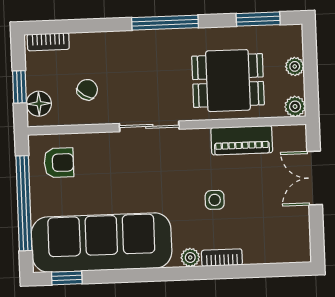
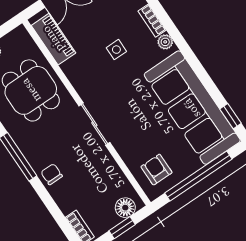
chair: (87, 90) -> (52, 174), moved, turned 58
plant: (295, 106) -> (20, 35), removed
piano: (242, 140) -> (53, 39), moved

